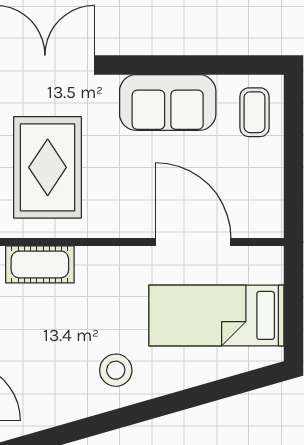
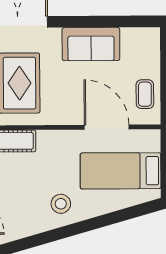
coffee table: (255, 112) -> (145, 94), moved

